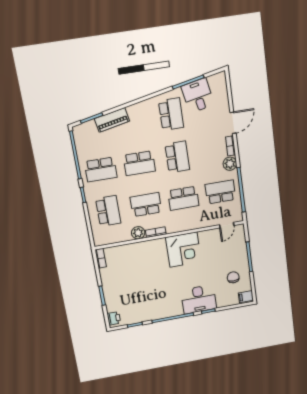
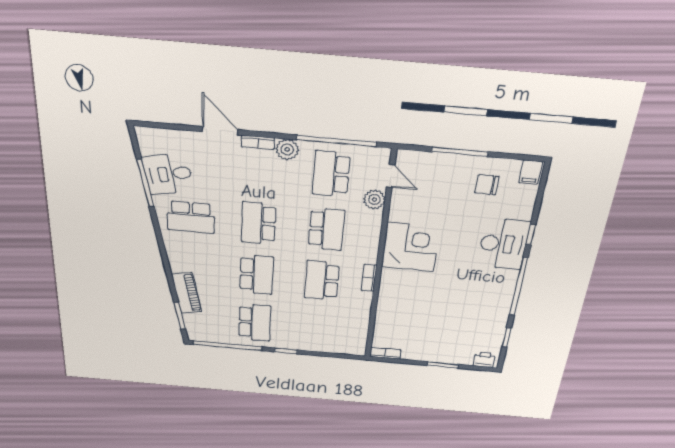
school desk: (171, 114) -> (191, 217), turned 180
school desk: (177, 157) -> (259, 223), turned -90
school desk: (108, 211) -> (318, 328), removed
plant: (138, 233) -> (374, 200), moved

